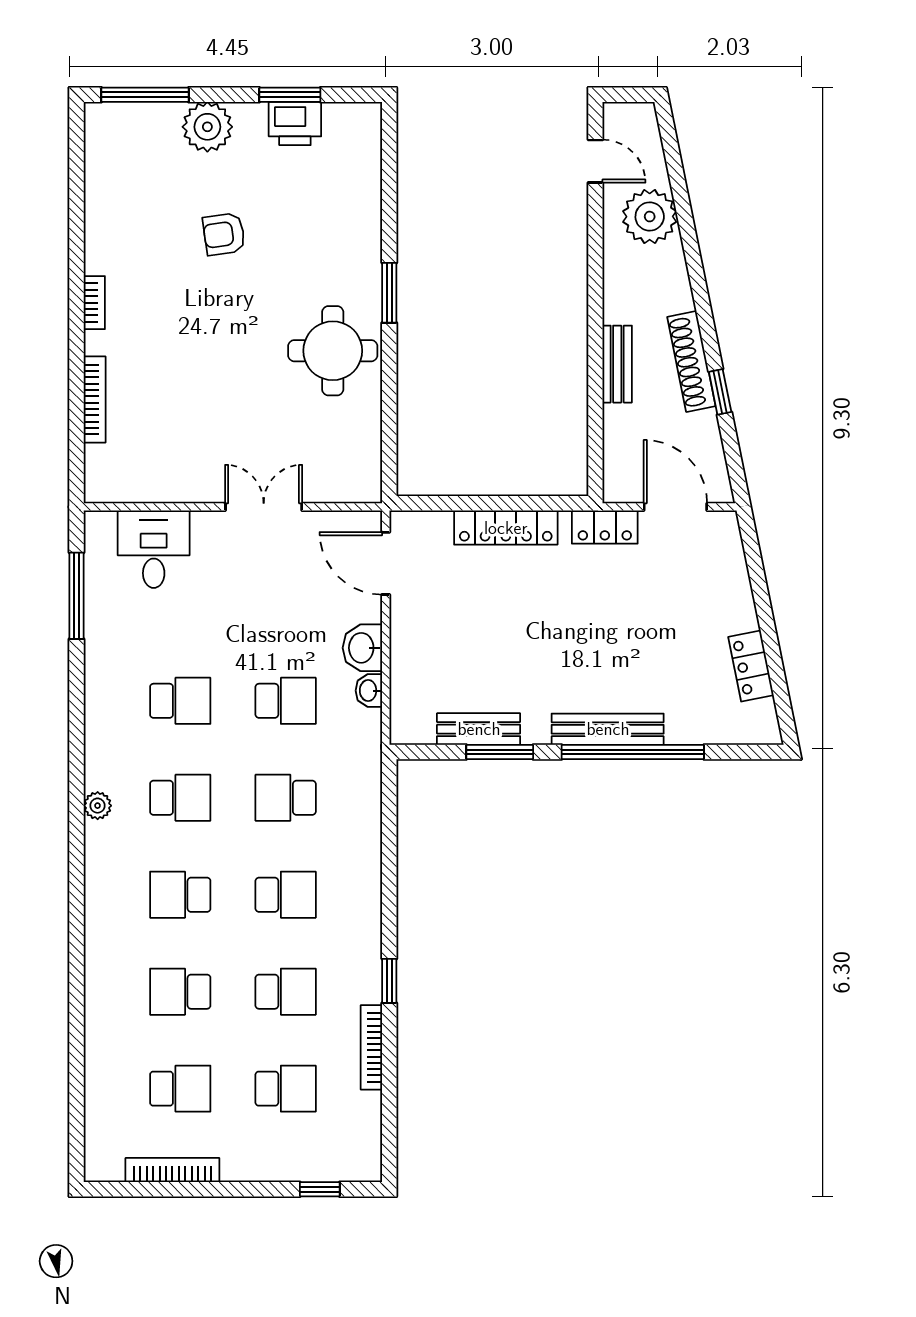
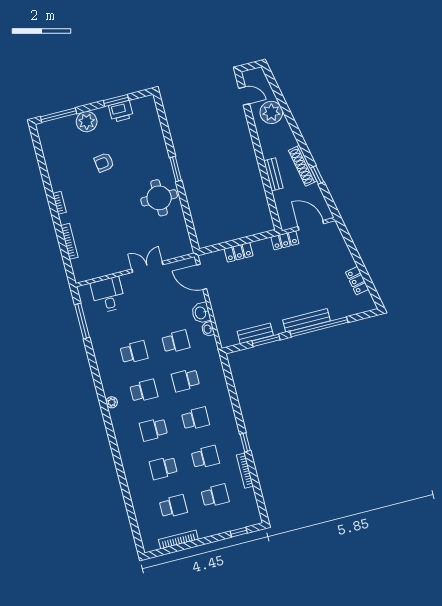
locker: (506, 528) -> (239, 252), width x0.66

